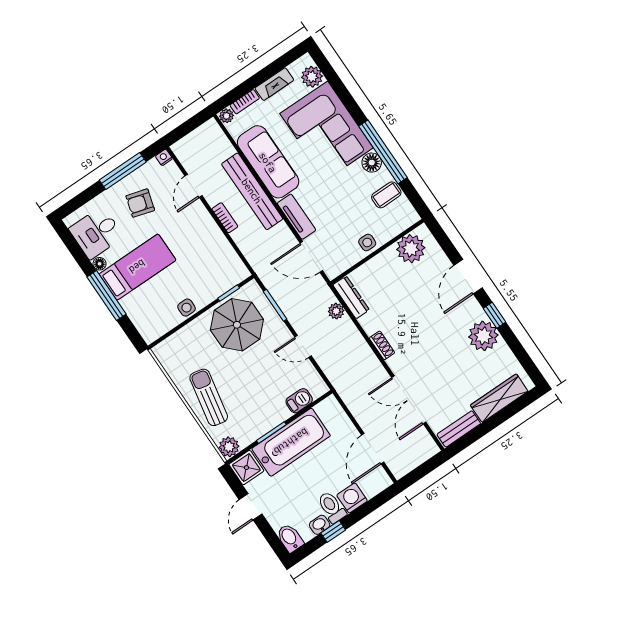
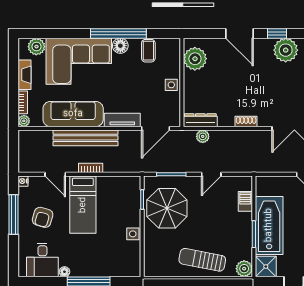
bed: (137, 267) -> (83, 205), moved, turned 180

